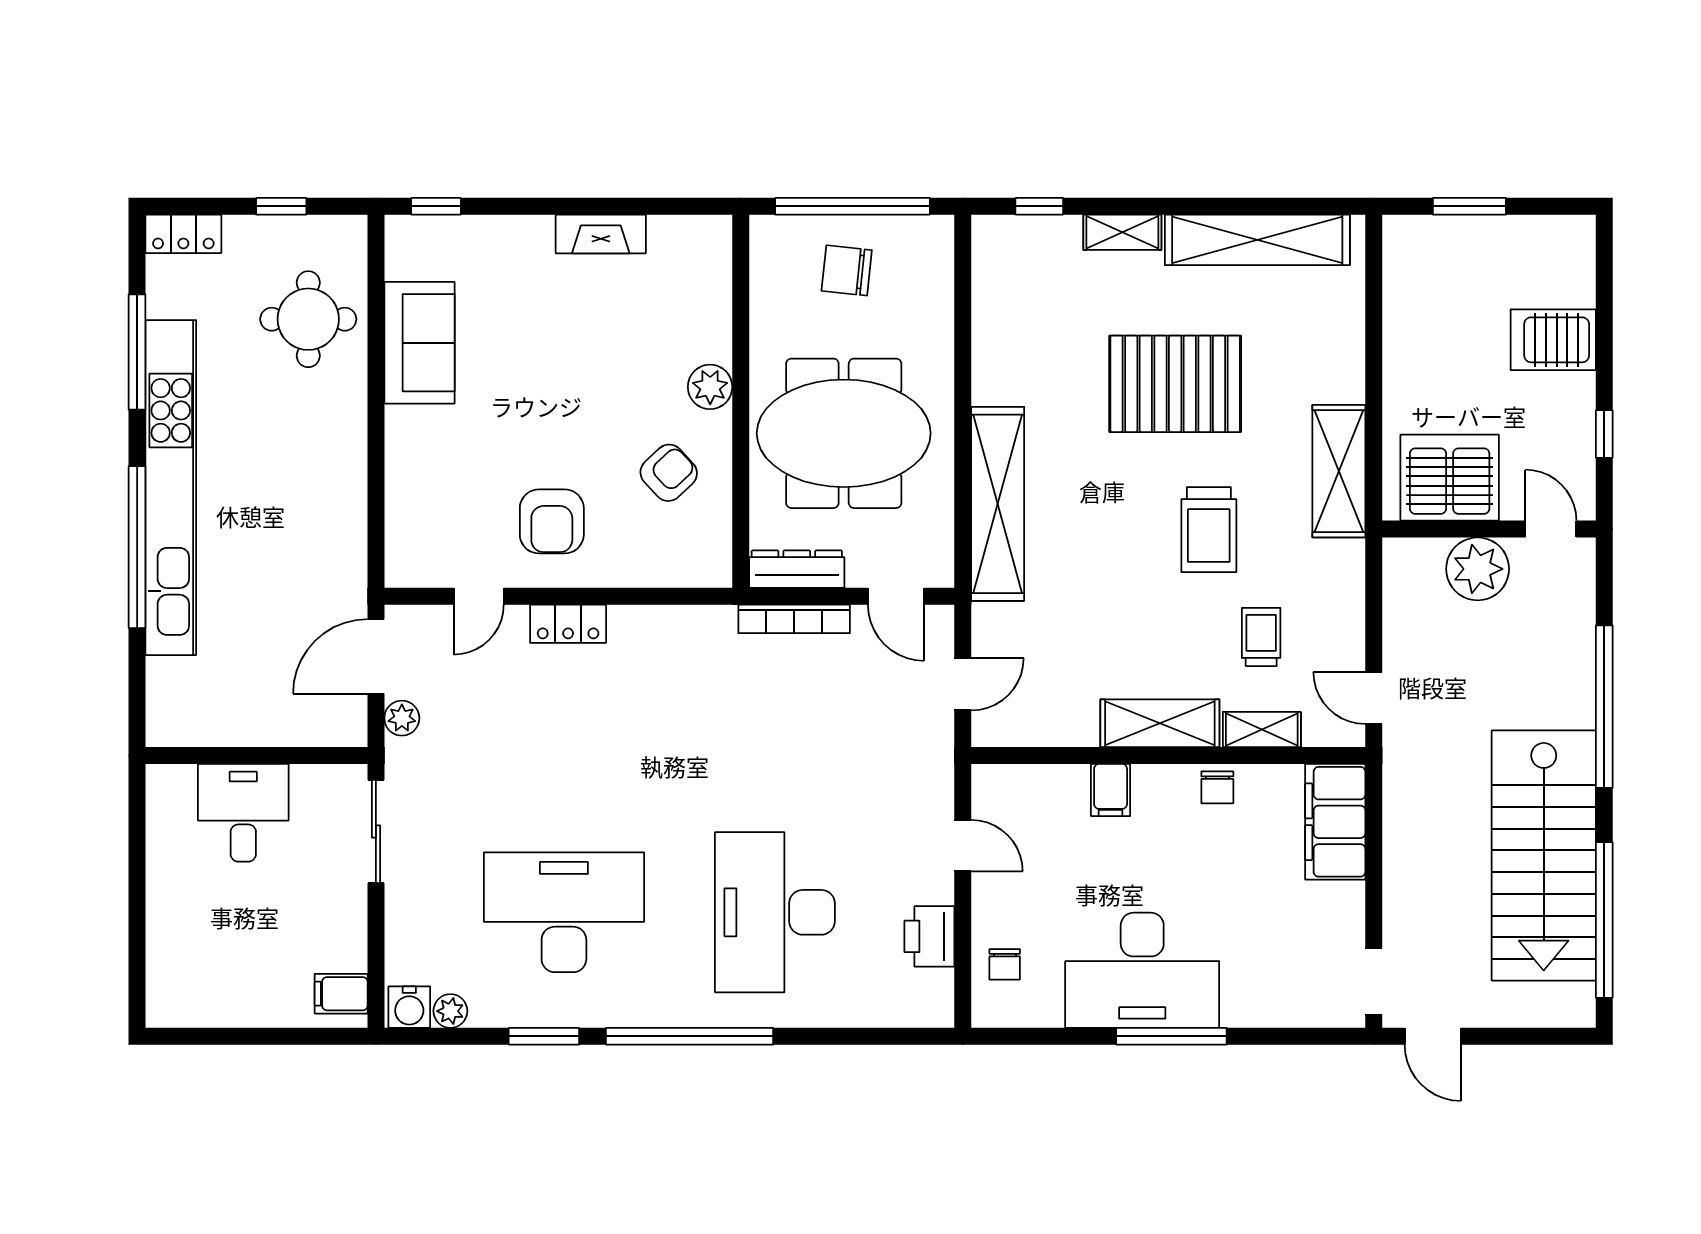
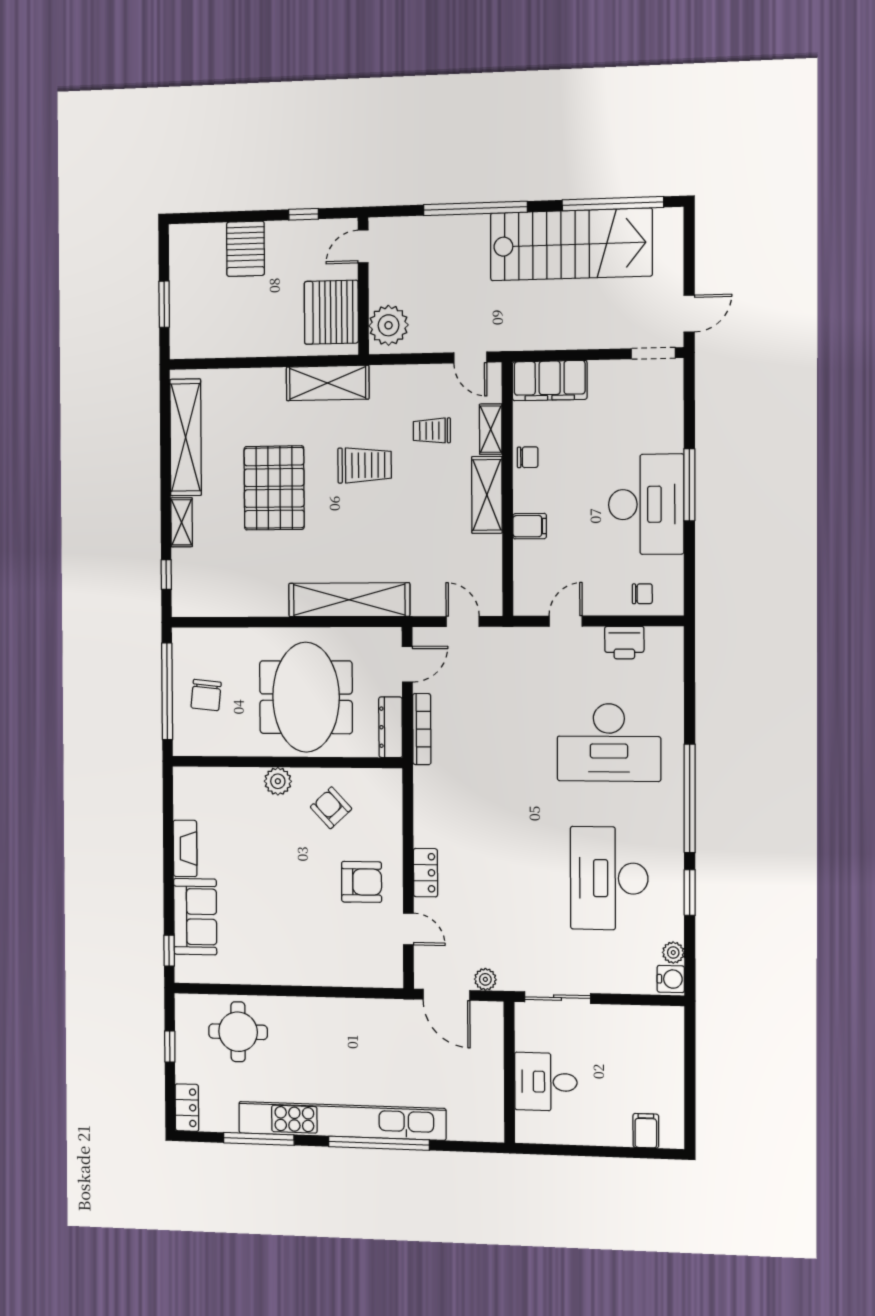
sofa: (420, 343) -> (195, 917), moved, turned 90
plant: (1478, 569) -> (389, 325), moved
door: (1374, 698) -> (470, 357), hinge flipped
filing cabinet: (341, 994) -> (646, 1131), moved, turned 180

